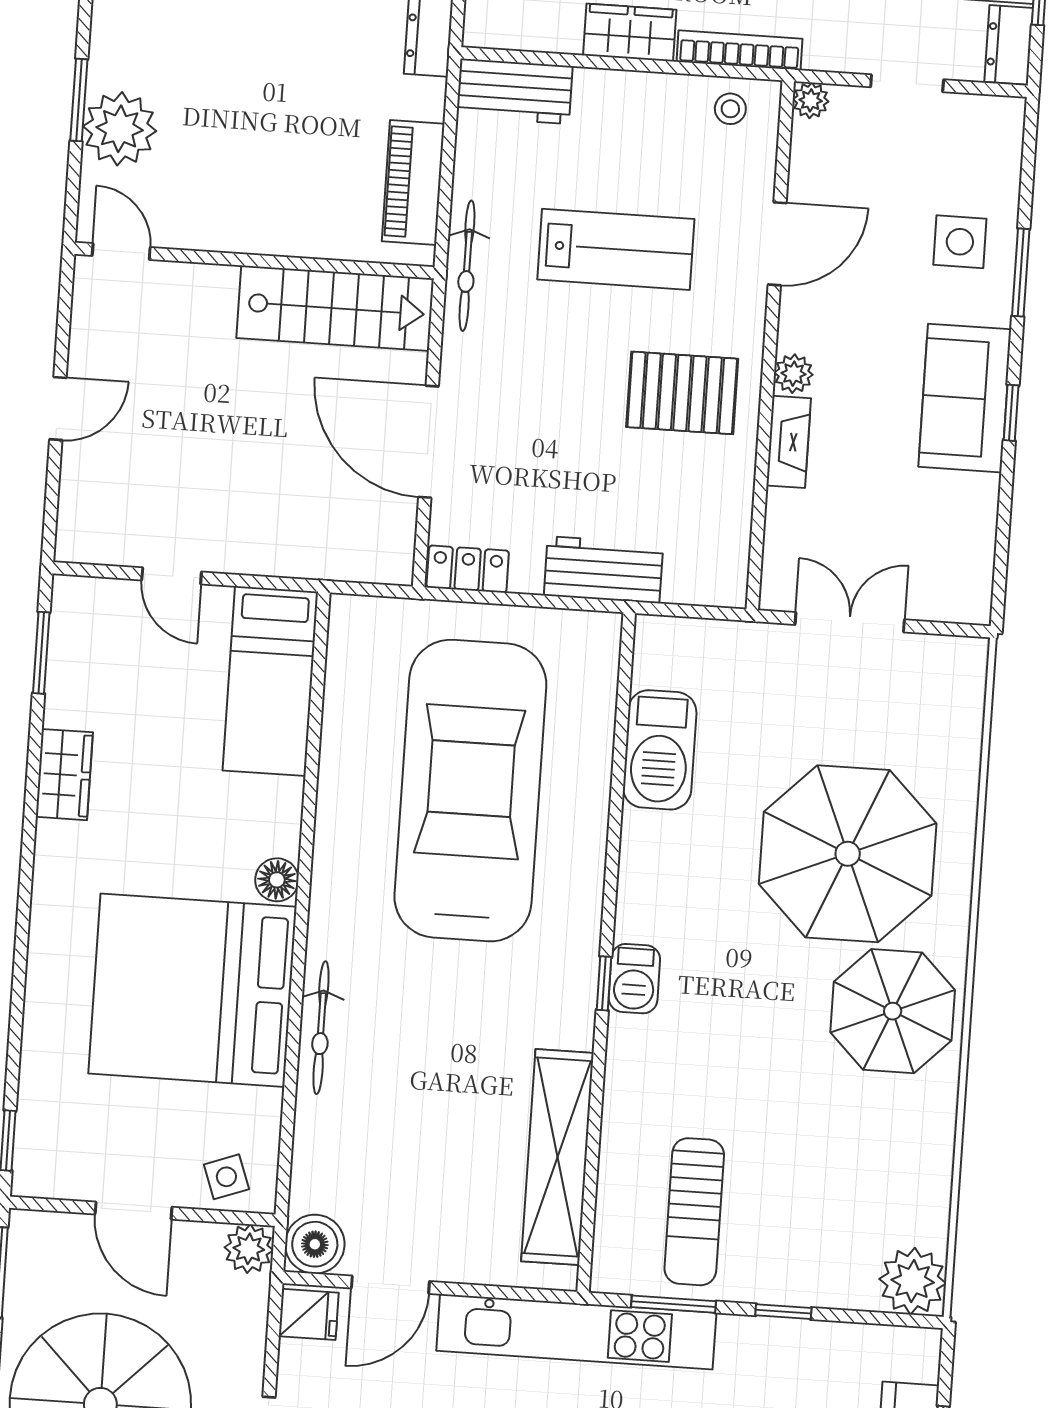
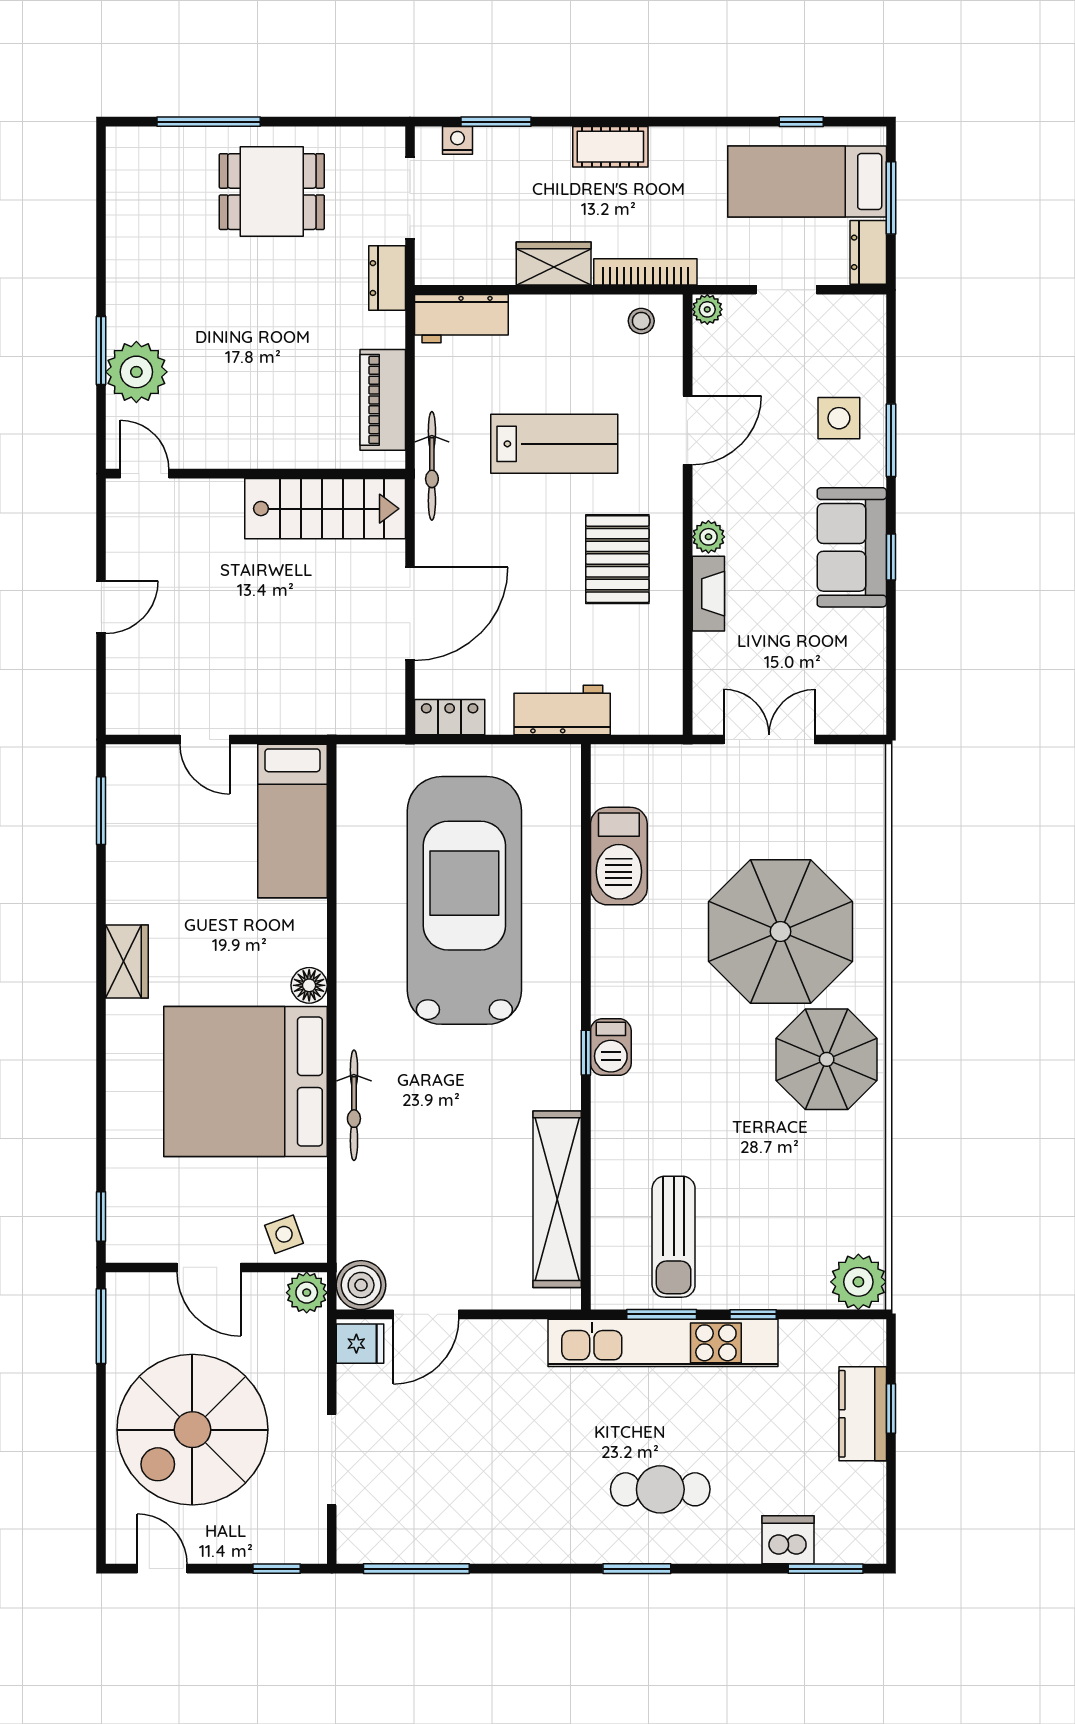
pallet: (682, 393) -> (617, 559), turned 90
door: (429, 442) -> (410, 614), swing flipped
wardrobe: (64, 775) -> (127, 961), moved
kitchen unit: (576, 1332) -> (663, 1343), moved

